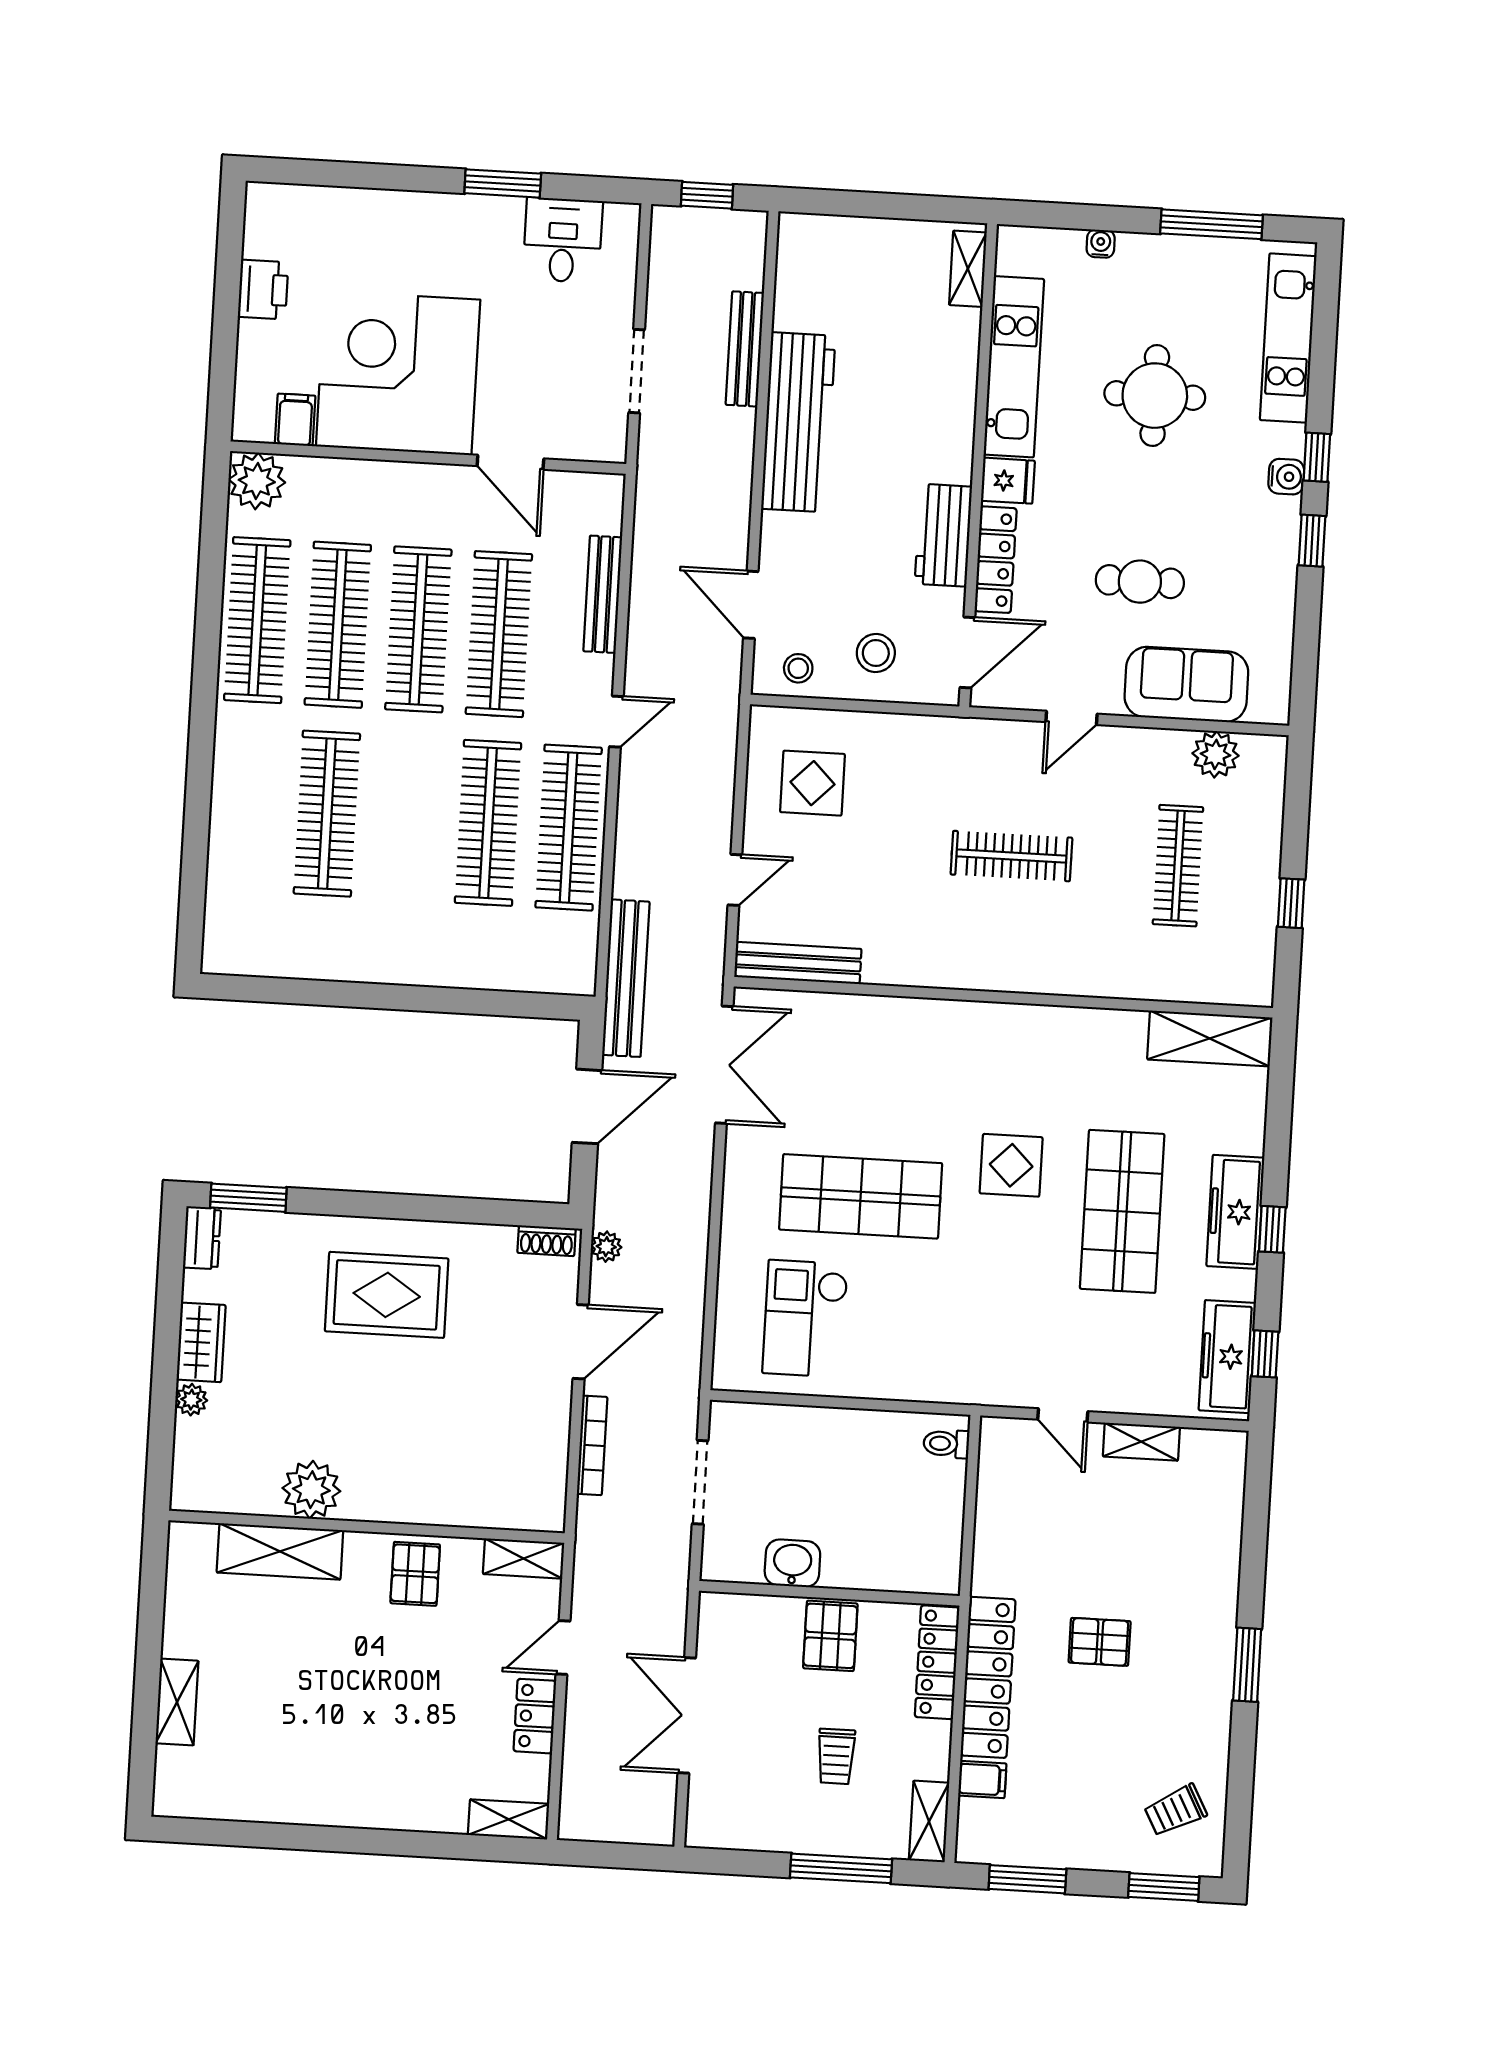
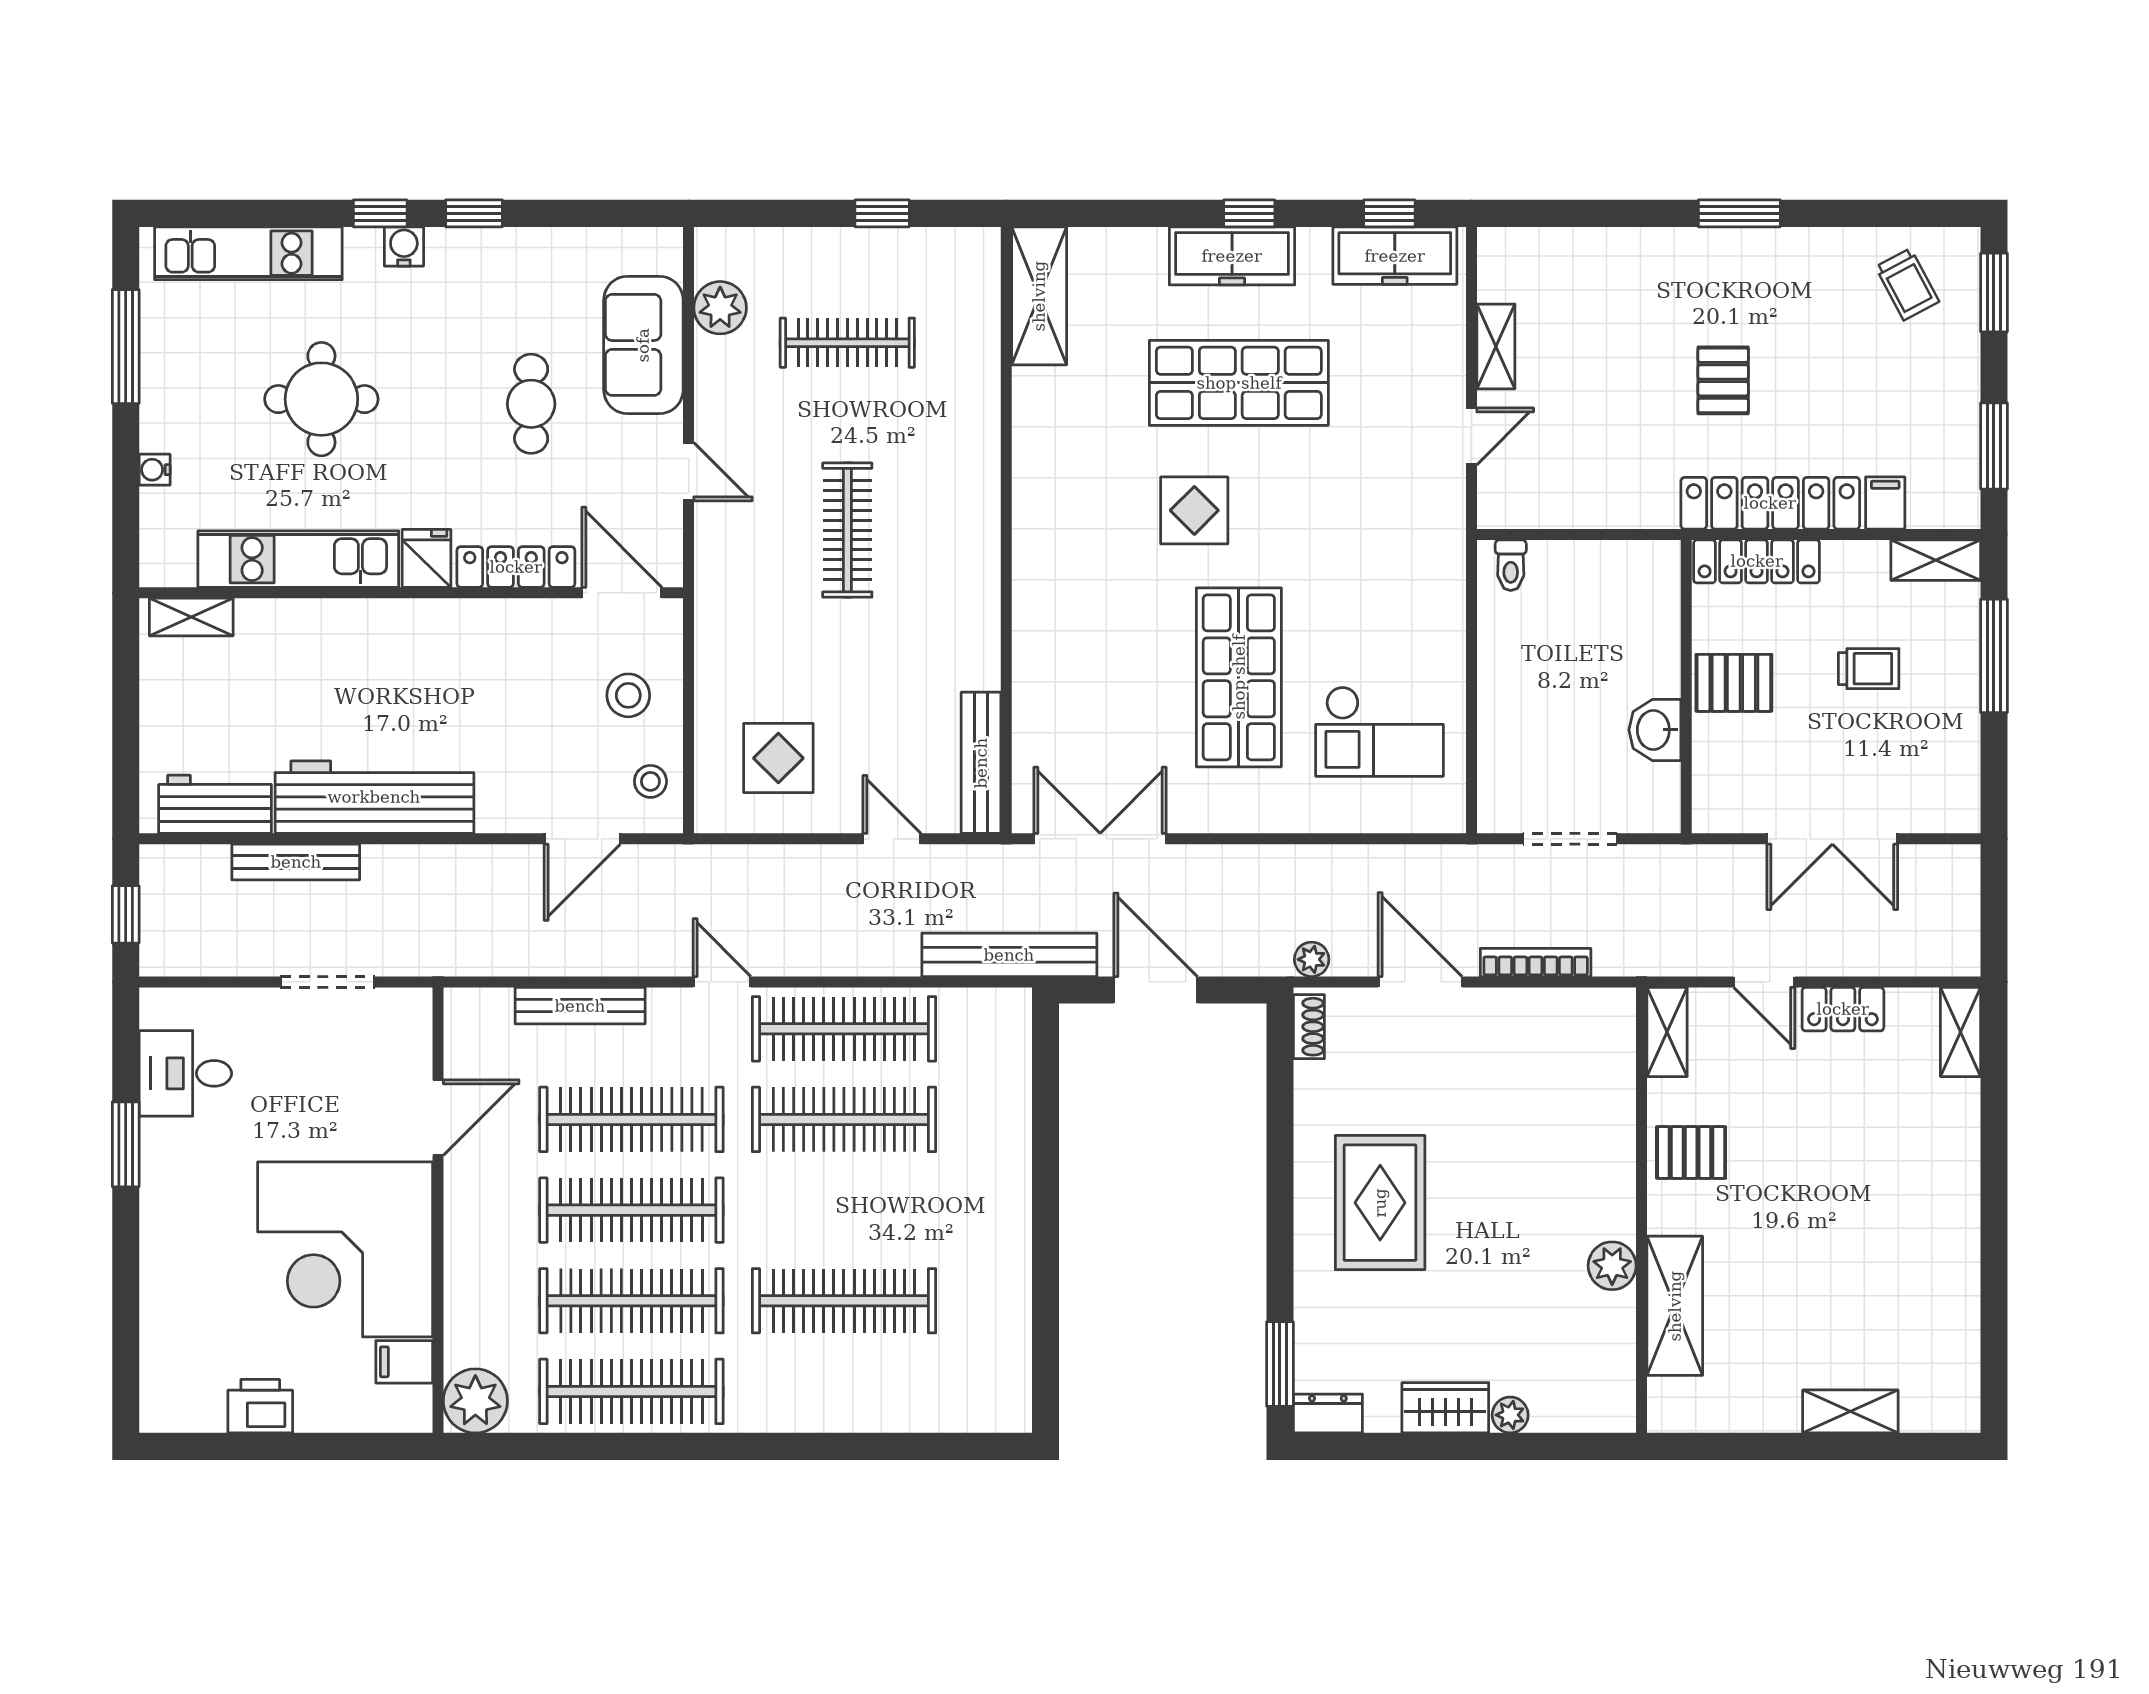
workbench: (943, 535) -> (215, 804), moved, turned 180
plant: (311, 1490) -> (1612, 1266), width x0.73, depth x0.73

